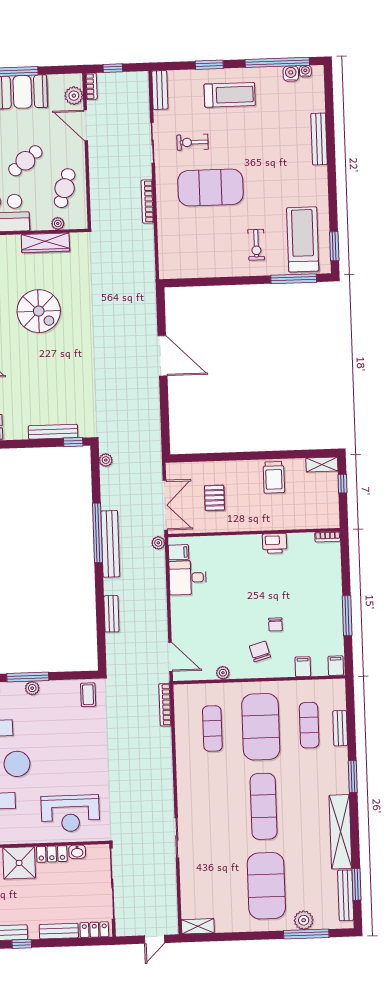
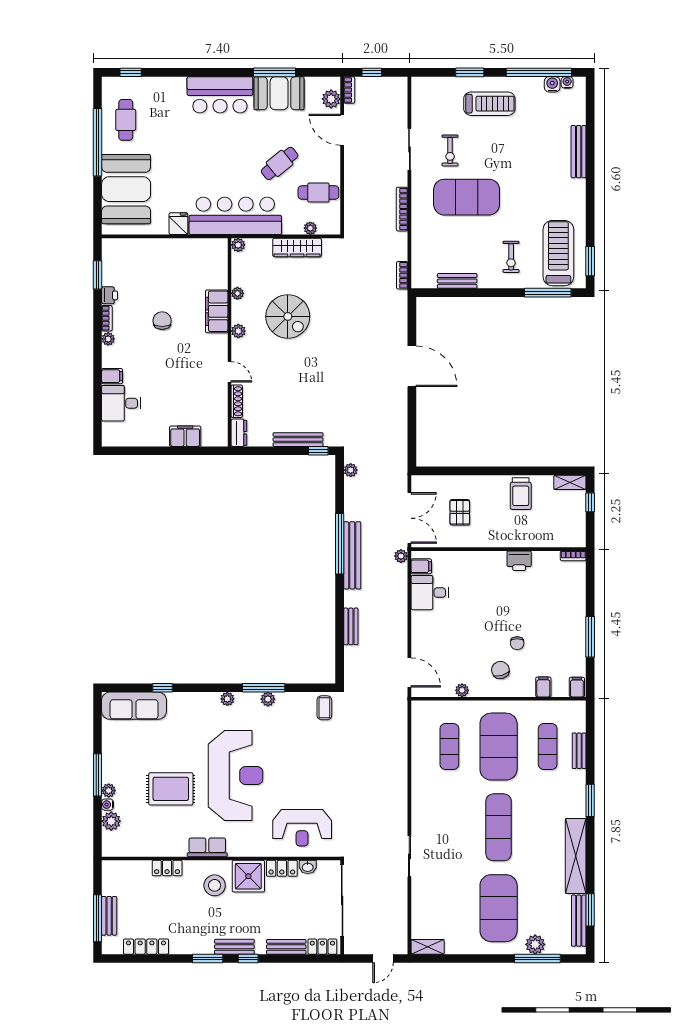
bench: (160, 90) -> (457, 281), moved, turned 90
exercise bike: (193, 142) -> (450, 150), turned -90
cafe table: (65, 188) -> (318, 193), turned 73
bookcase: (165, 705) -> (402, 275), moved, width x0.64

